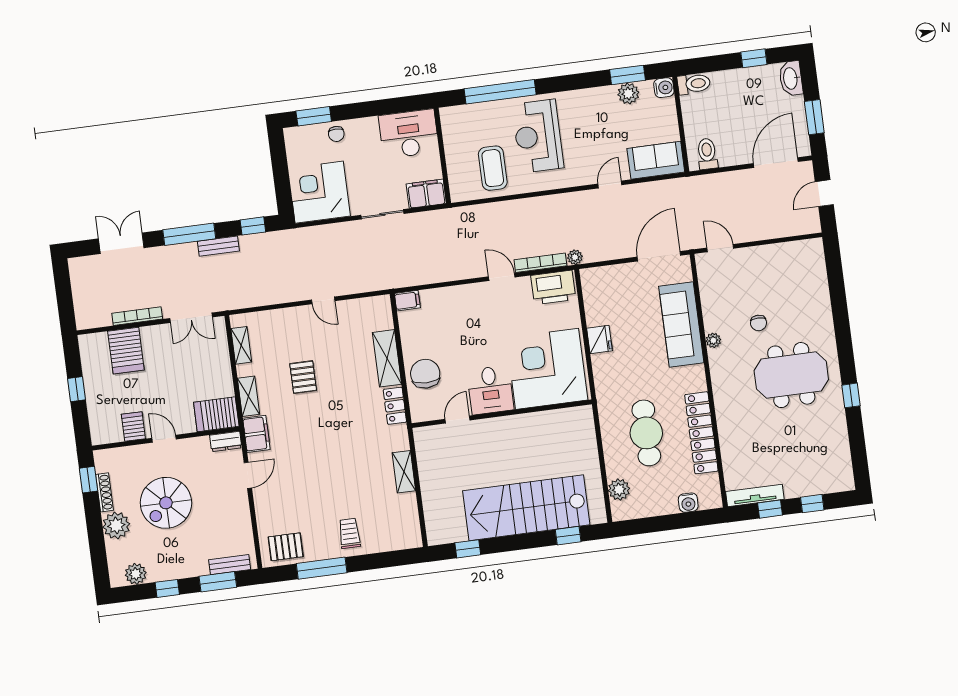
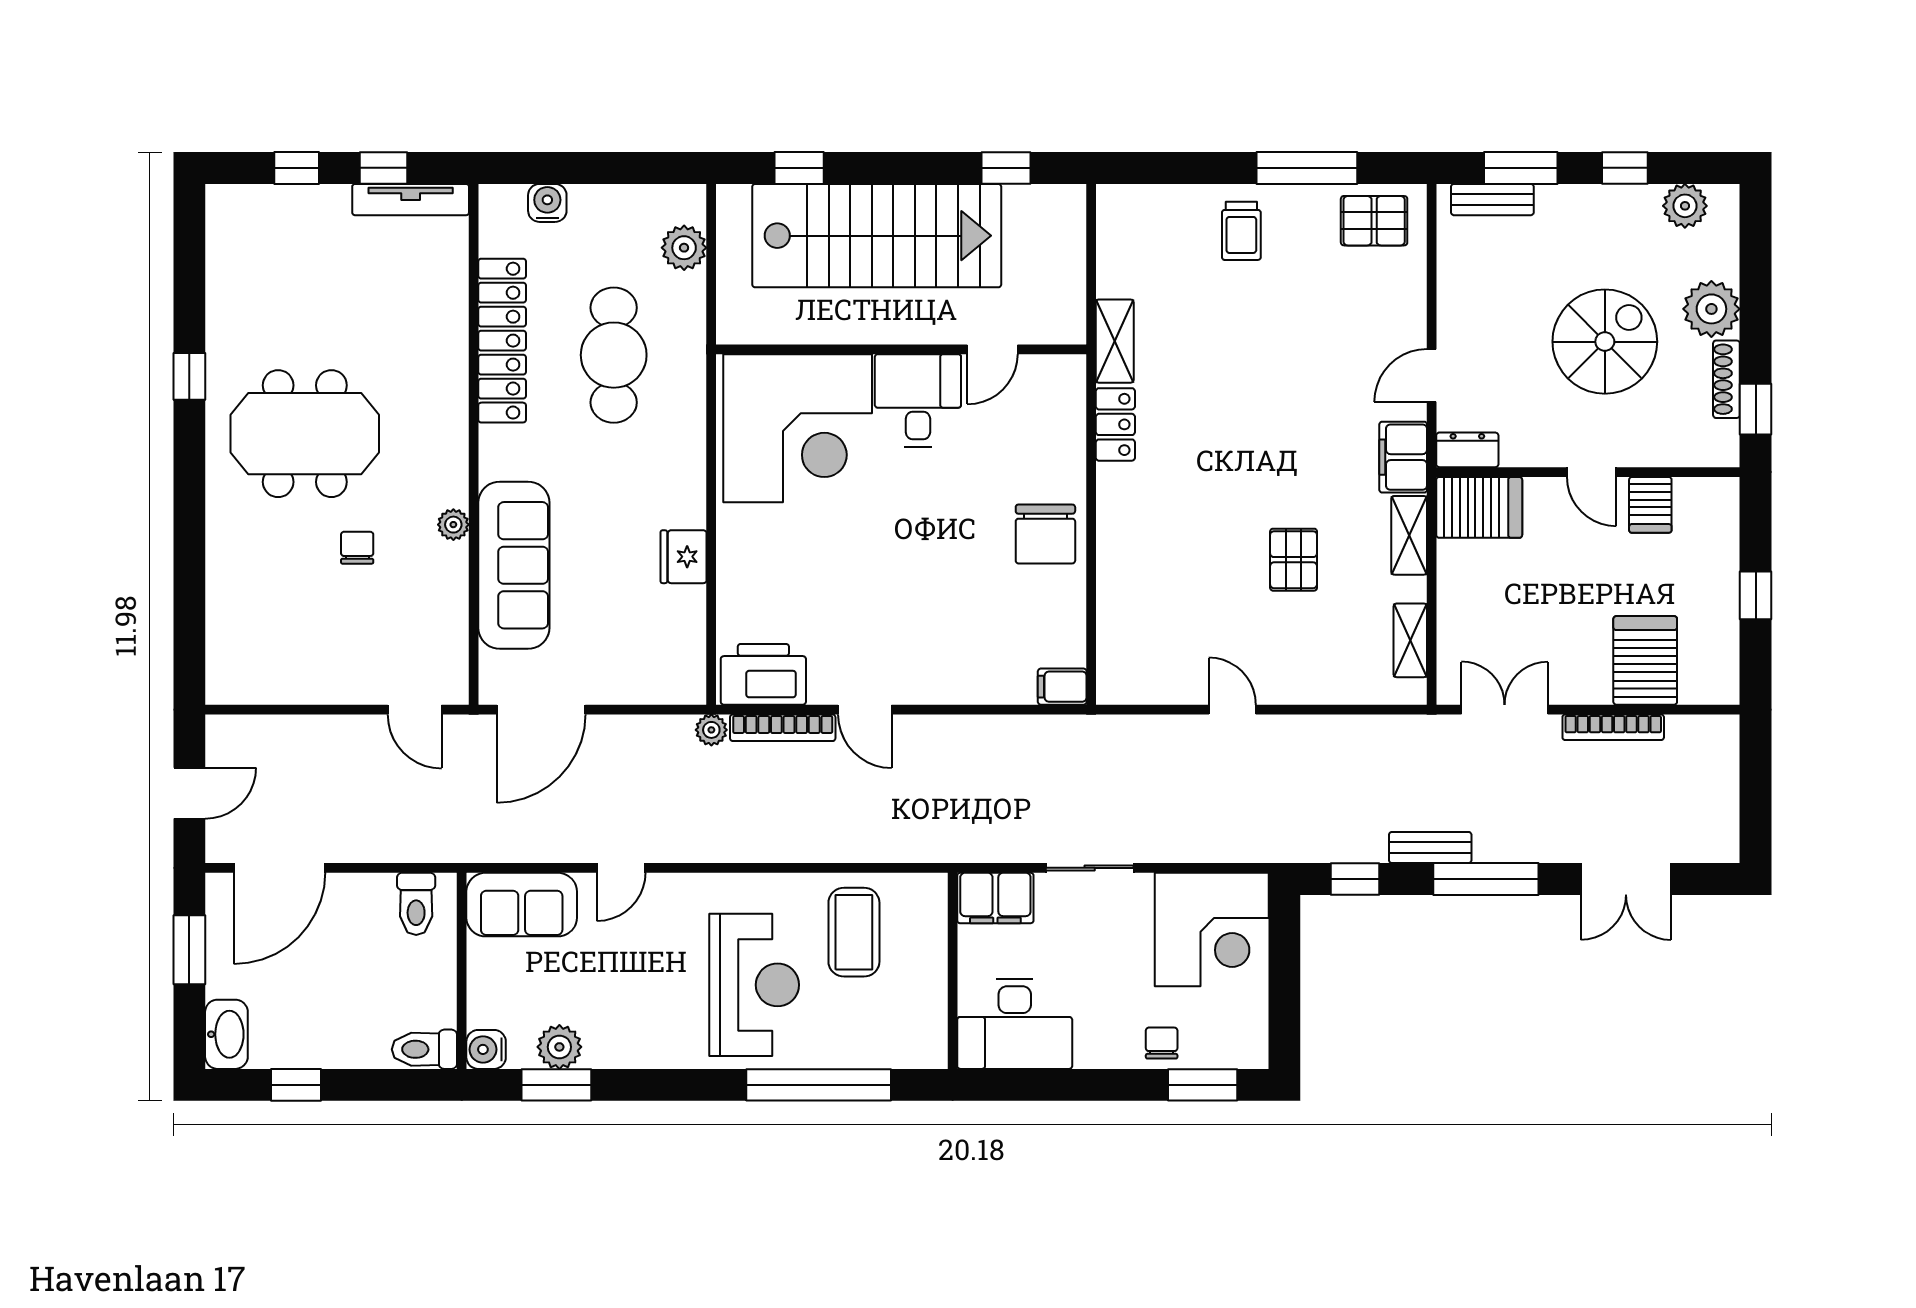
shelving: (387, 358) -> (1119, 575), removed
corner desk: (547, 369) -> (798, 428), moved
desk: (490, 390) -> (918, 400), moved
locker: (395, 406) -> (1115, 424), moved
wall: (502, 414) -> (901, 349), moved
door: (457, 420) -> (992, 349), moved

